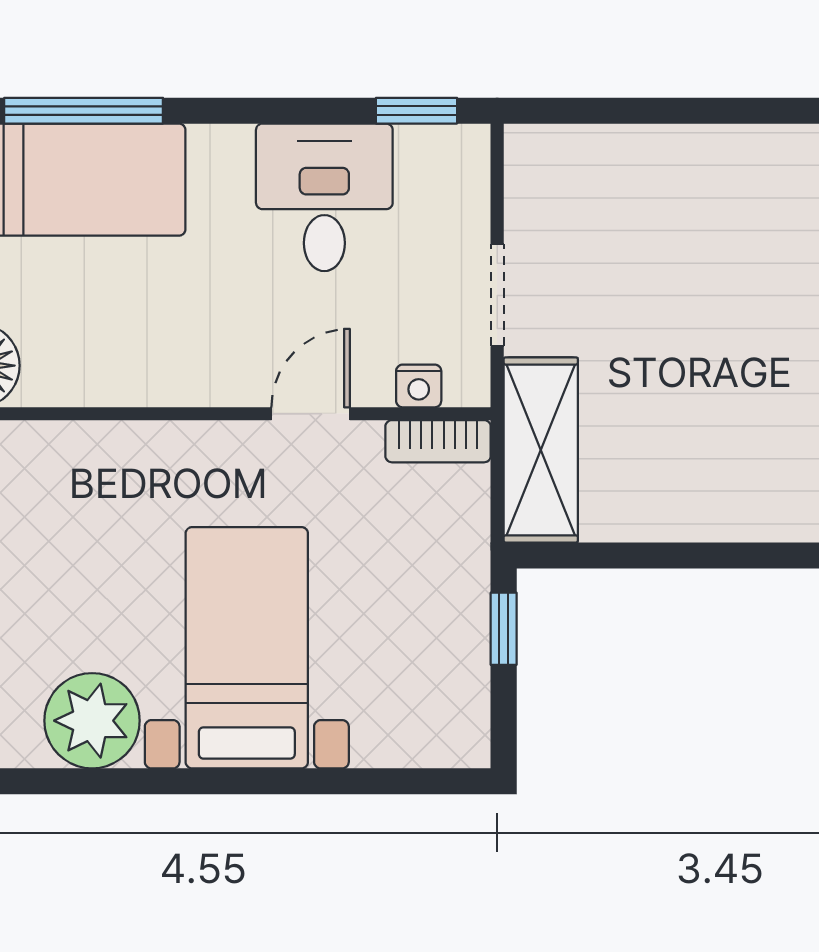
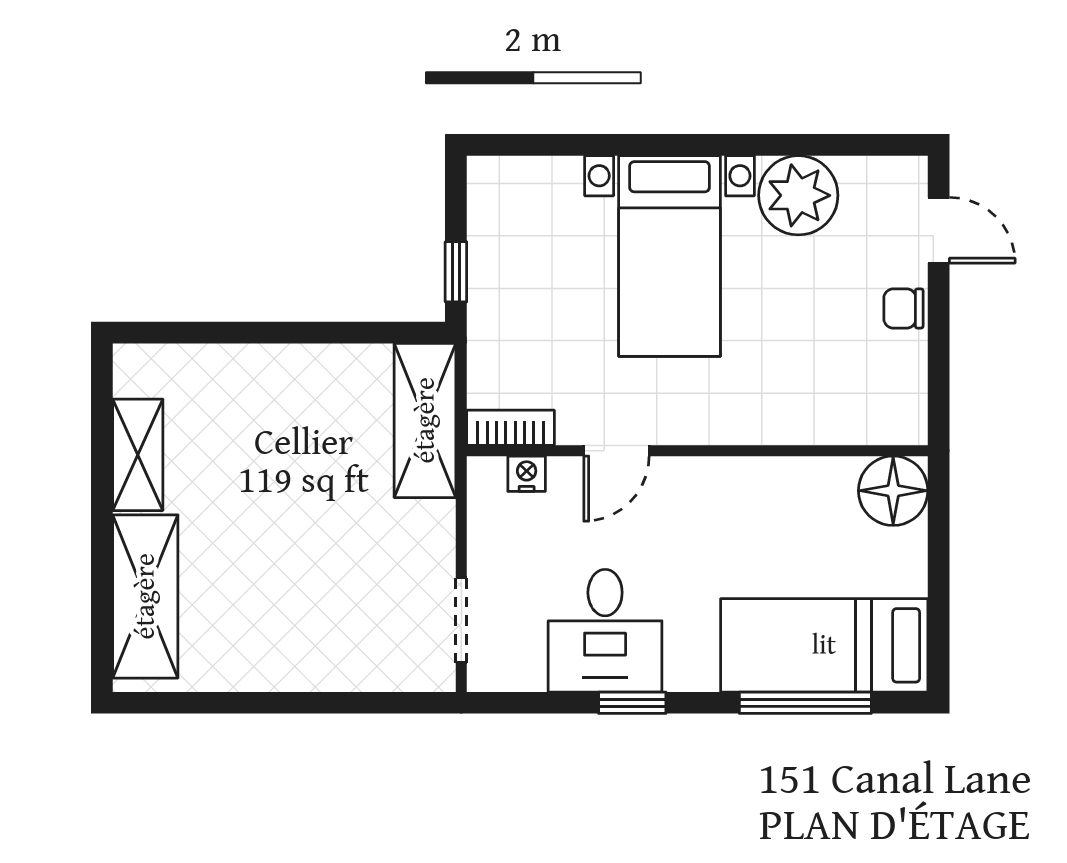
window: (417, 111) -> (632, 703), moved
doorway: (497, 295) -> (461, 620), moved

